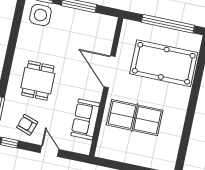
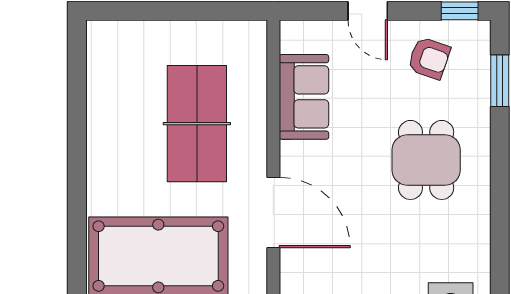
table tennis table: (135, 118) -> (197, 124), turned 90

